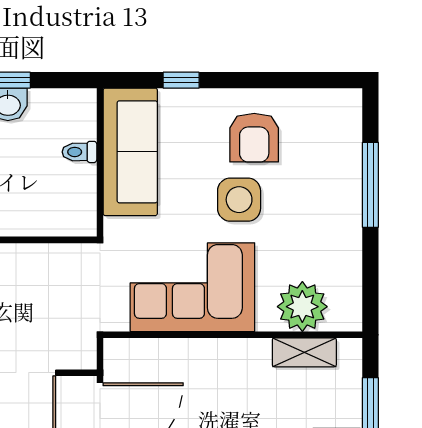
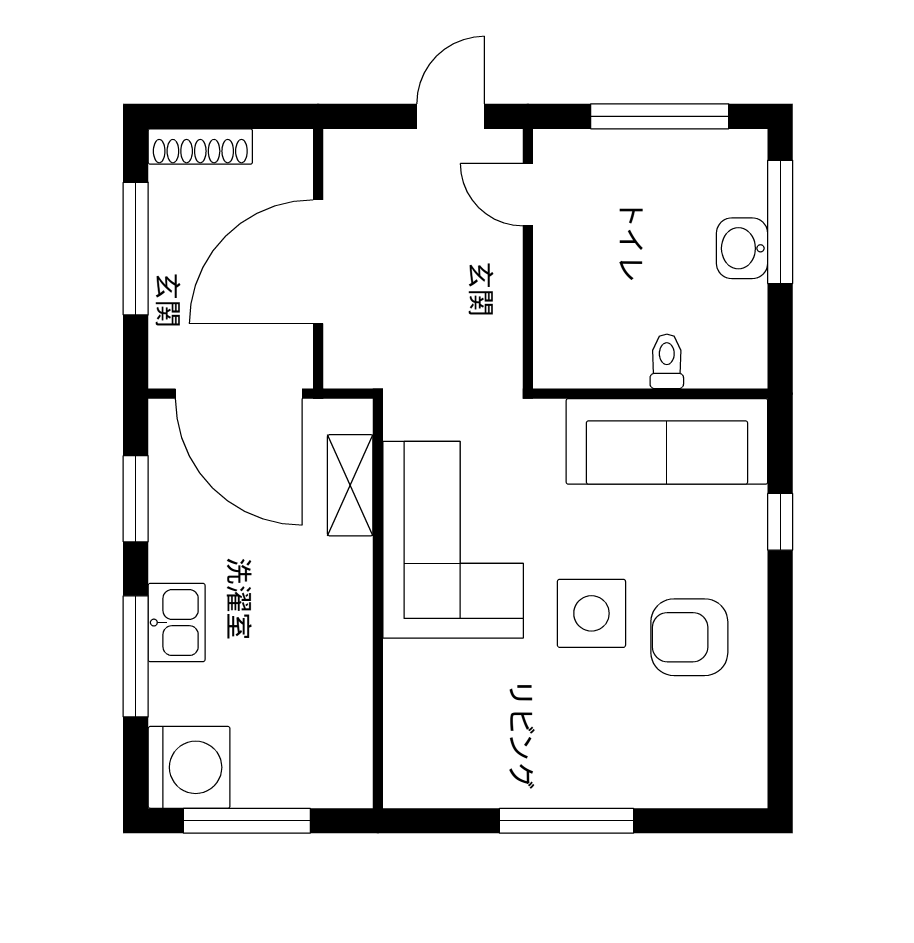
window: (370, 185) -> (567, 821), moved
plant: (302, 307) -> (423, 713), removed
shelving: (304, 352) -> (350, 485), moved

